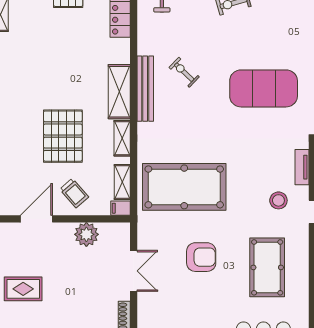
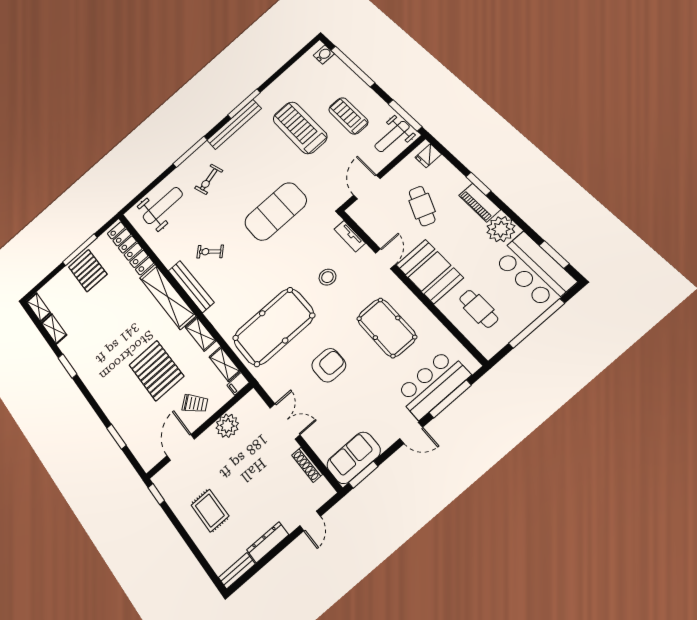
shelving: (119, 92) -> (168, 297), width x1.47
stool: (278, 200) -> (327, 277), moved
rug: (23, 289) -> (210, 511), turned 90

